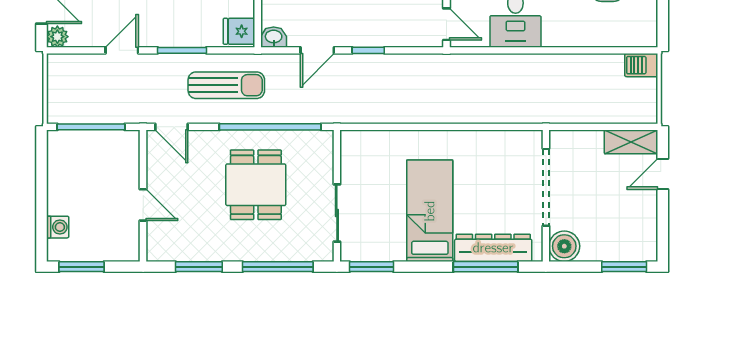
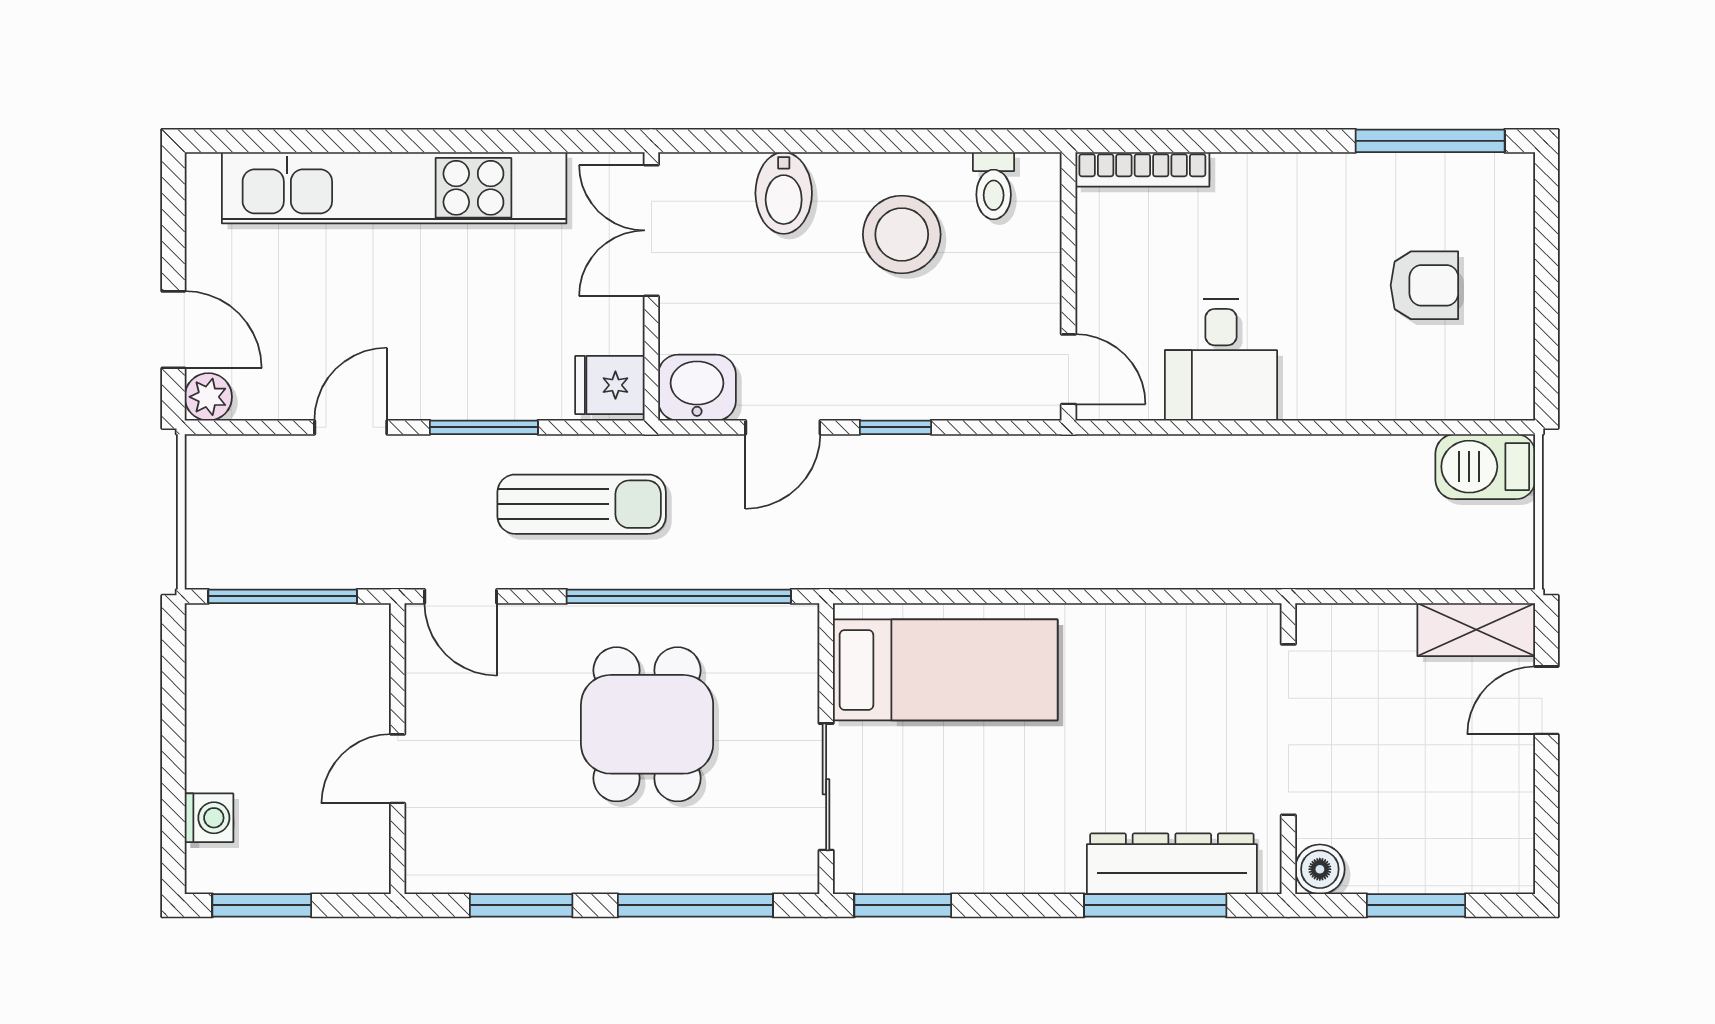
washbasin: (274, 37) -> (697, 388), width x1.38, depth x1.45
barbecue: (641, 65) -> (1485, 467), width x1.38, depth x1.27
door: (143, 205) -> (398, 769), swing flipped
bed: (430, 211) -> (945, 670), moved, turned 90
boiler: (564, 246) -> (1320, 869), width x0.73, depth x0.73
window: (624, 267) -> (1416, 905), moved

